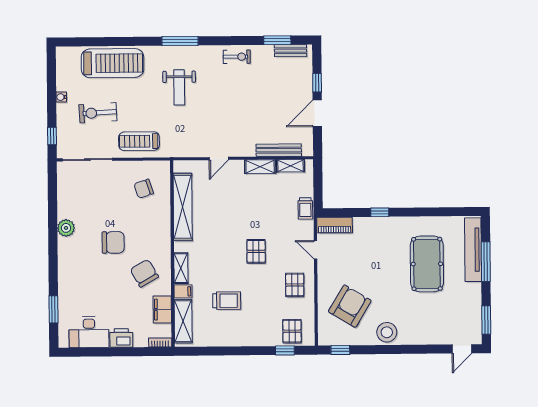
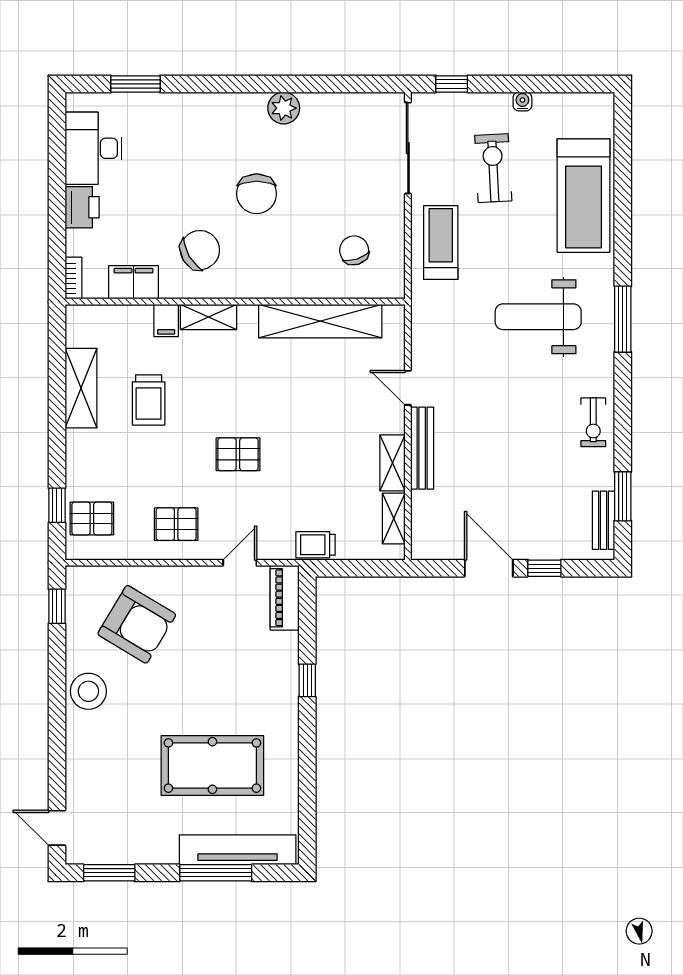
weight bench: (179, 87) -> (538, 317), width x1.36, depth x1.33
bench: (279, 150) -> (422, 448), moved
shelving: (183, 321) -> (81, 388), moved, turned 90

